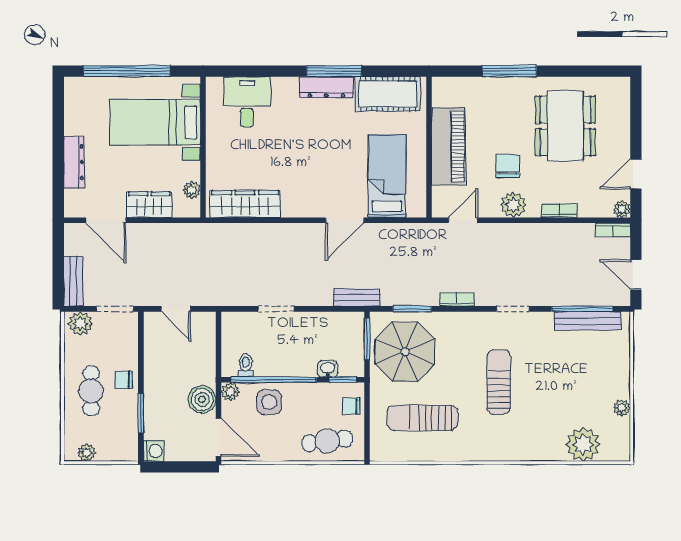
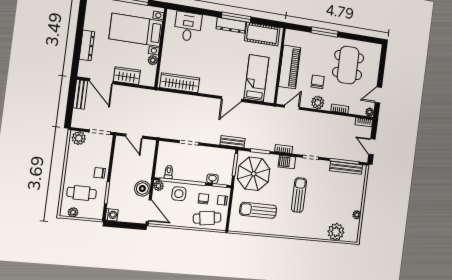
plant: (192, 190) -> (153, 60), moved
bench: (73, 281) -> (80, 94), moved
barbecue: (467, 323) -> (287, 162), added
cafe table: (91, 391) -> (82, 193), moved, turned 90
chair: (316, 407) -> (203, 199), added

